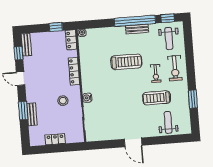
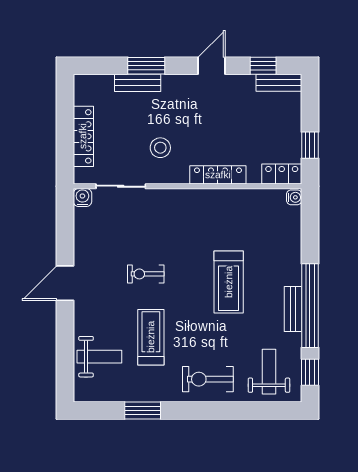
weight bench: (169, 38) -> (269, 372), turned 90
exercise bike: (156, 73) -> (146, 274), moved
water cooler: (87, 98) -> (82, 197), moved
locker: (55, 139) -> (83, 136), width x1.53

